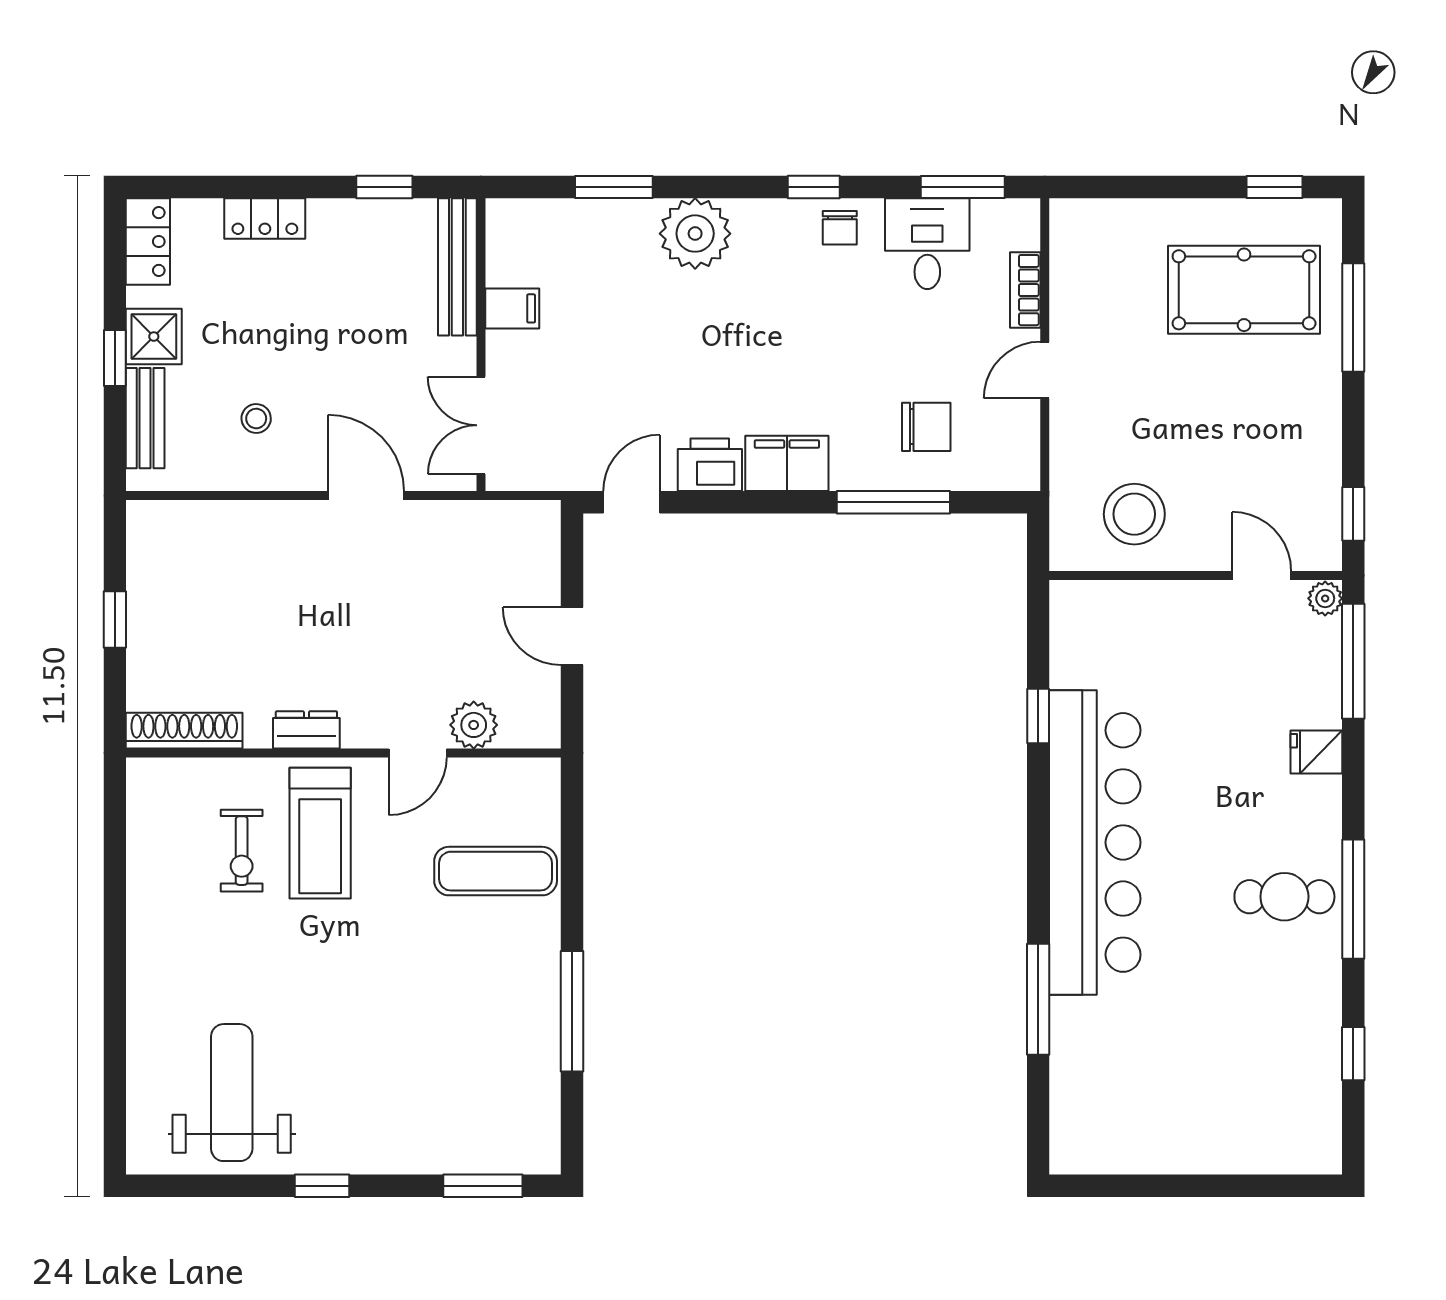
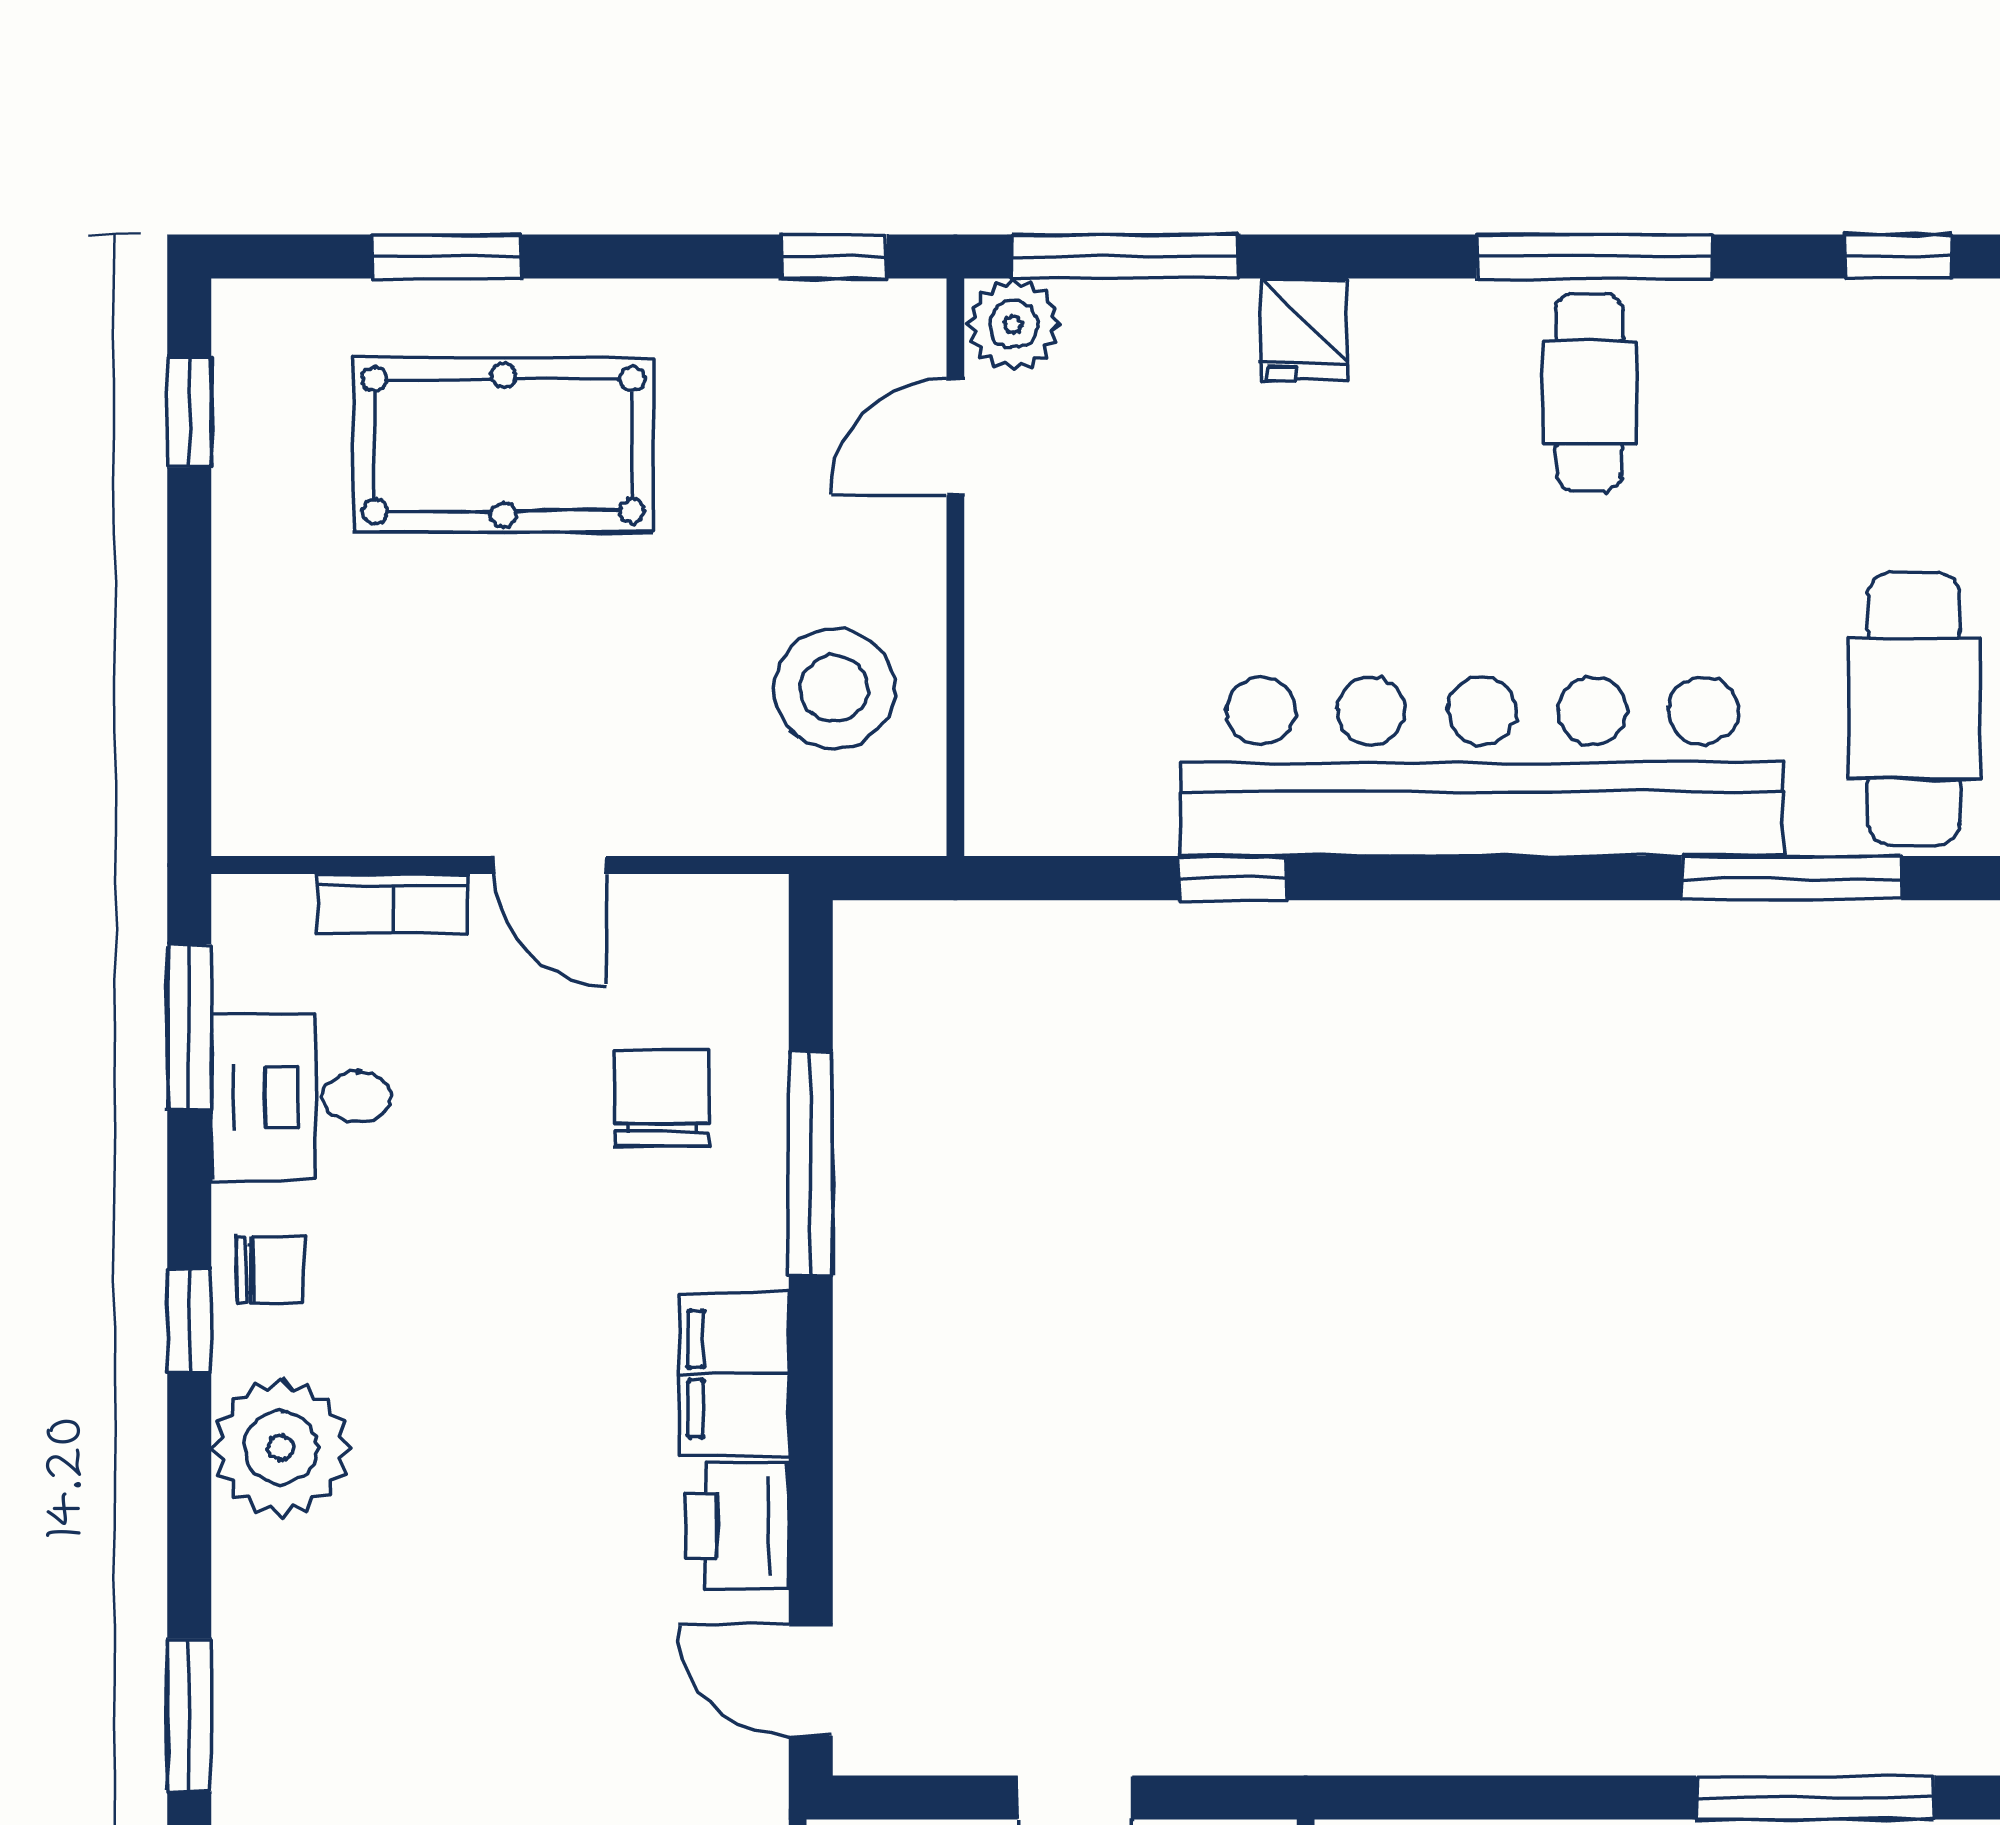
plant: (695, 234) -> (281, 1448), moved
pool table: (1244, 290) -> (503, 445), moved, turned 90
window: (1353, 317) -> (446, 256), width x0.69
plant: (1325, 598) -> (1013, 324), width x1.38, depth x1.38
cafe table: (1124, 1061) -> (1914, 709), added

